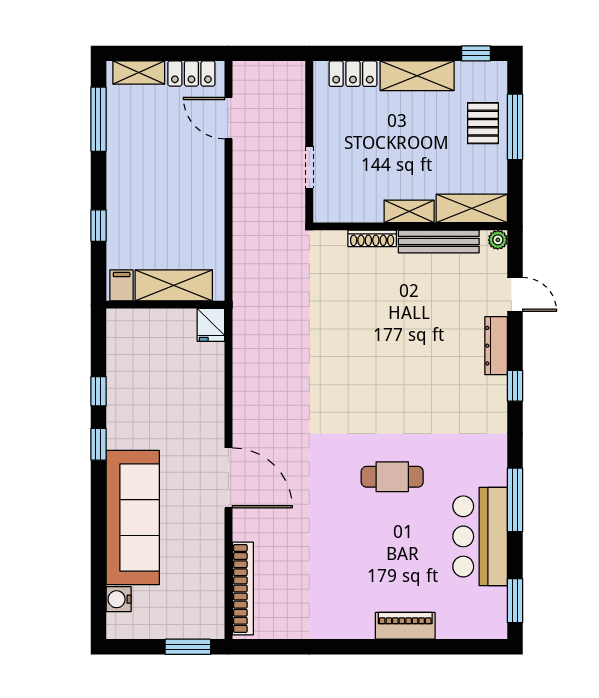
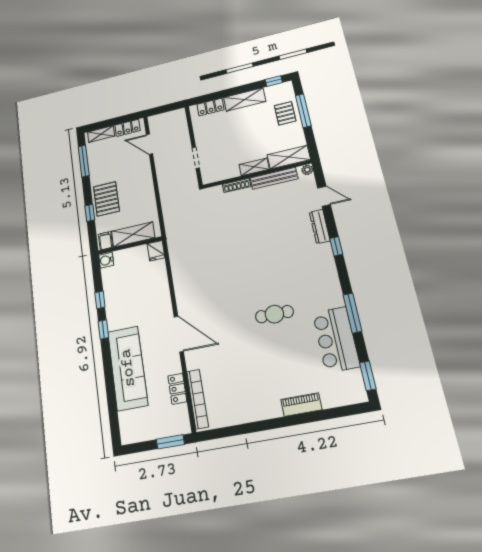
pallet: (133, 206) -> (106, 199), added
locker: (212, 566) -> (177, 389), added
water cooler: (119, 599) -> (106, 260), moved

